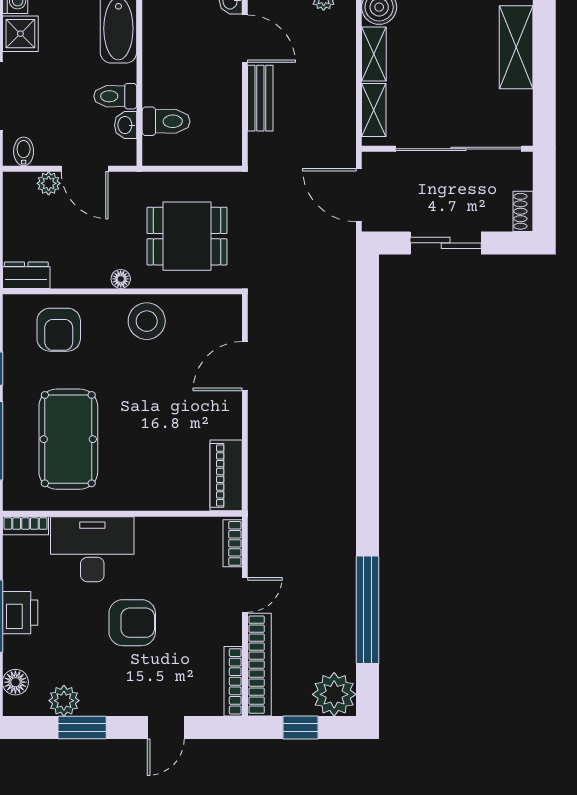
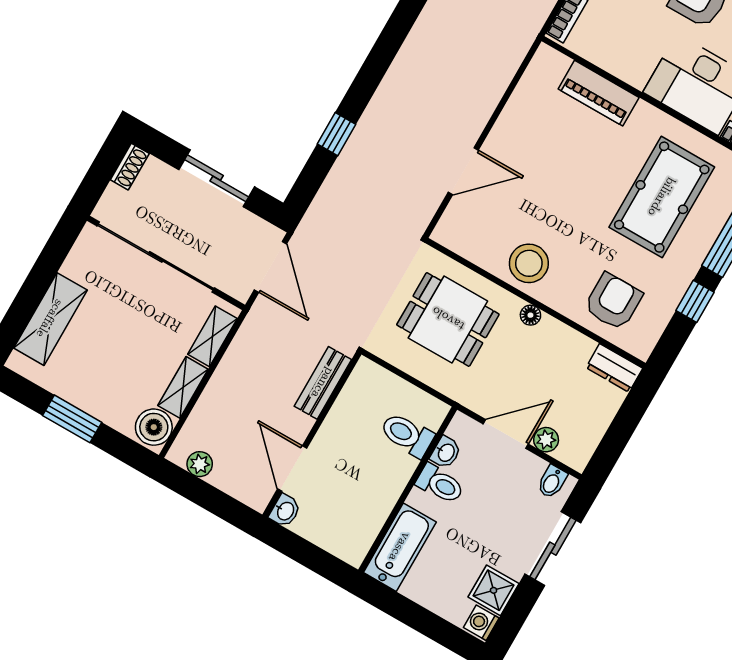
bench: (260, 98) -> (323, 383), moved
door: (85, 169) -> (506, 434), hinge flipped
window: (367, 336) -> (336, 134), added
piano: (226, 475) -> (599, 93), moved, turned 90

